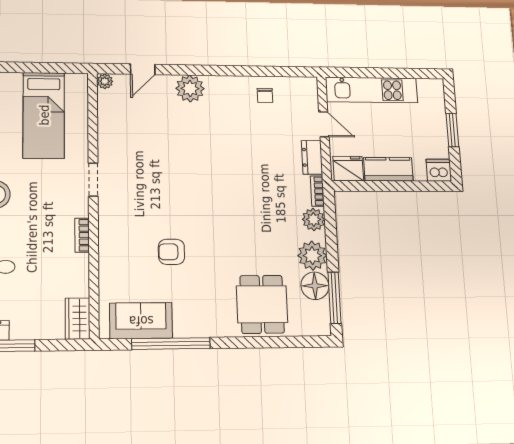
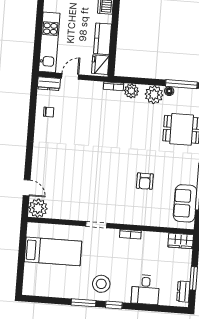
plant: (105, 81) -> (38, 208), width x1.88, depth x1.88
plant: (190, 88) -> (41, 159), removed
dresser: (312, 157) -> (49, 84), moved
floor lamp: (315, 286) -> (169, 91), width x0.53, depth x0.53

